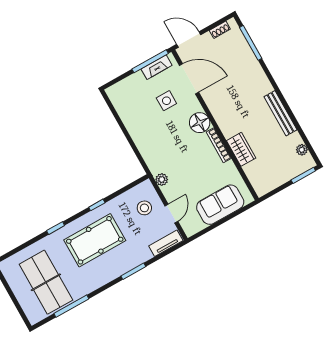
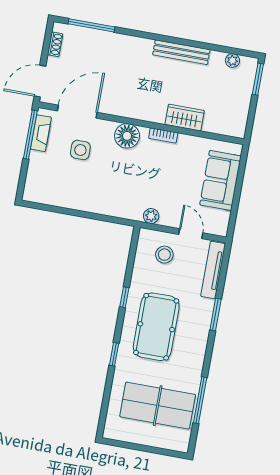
bookcase: (219, 145) -> (163, 135), width x0.64
tv unit: (166, 243) -> (213, 270), width x1.41

